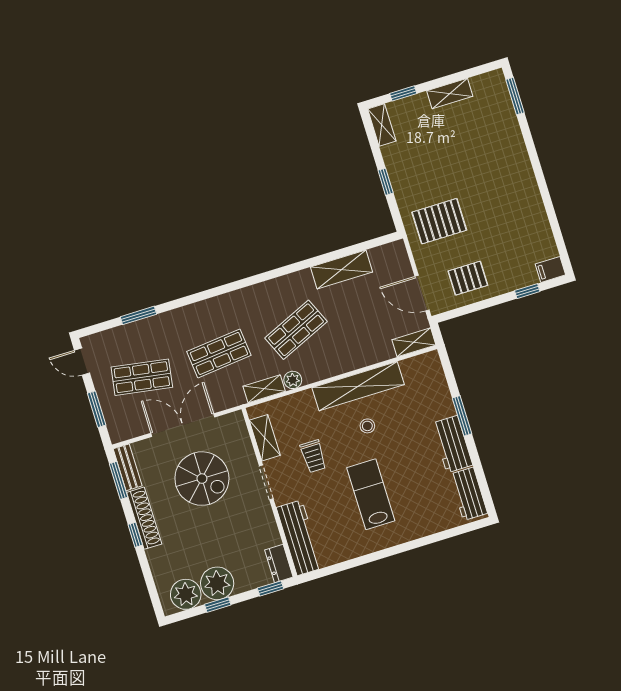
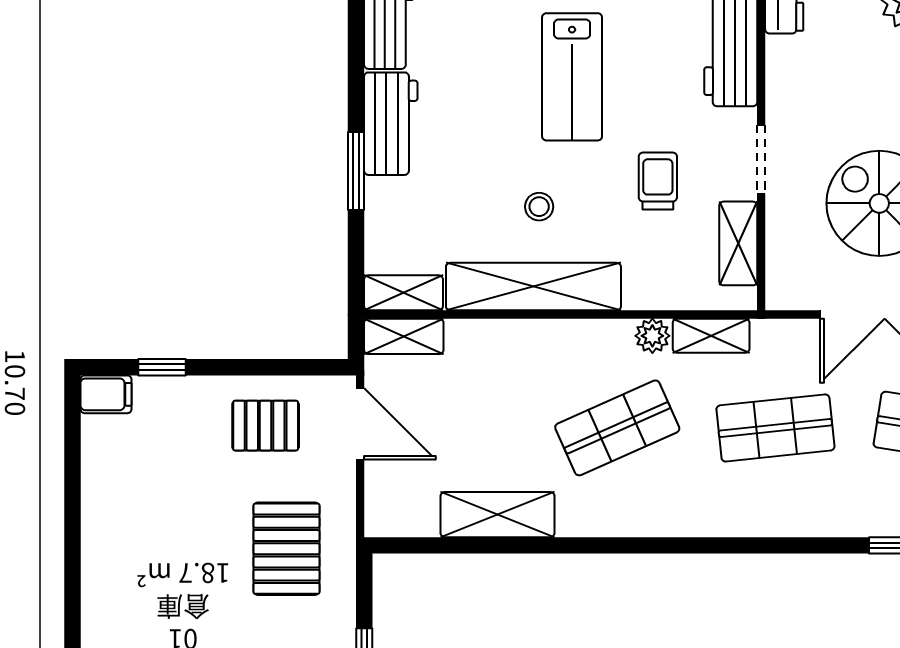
pallet: (439, 221) -> (286, 549), turned 90
shelving: (421, 364) -> (403, 293), added

